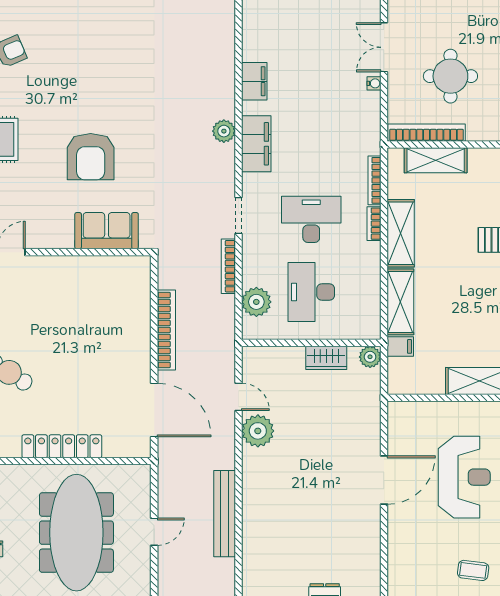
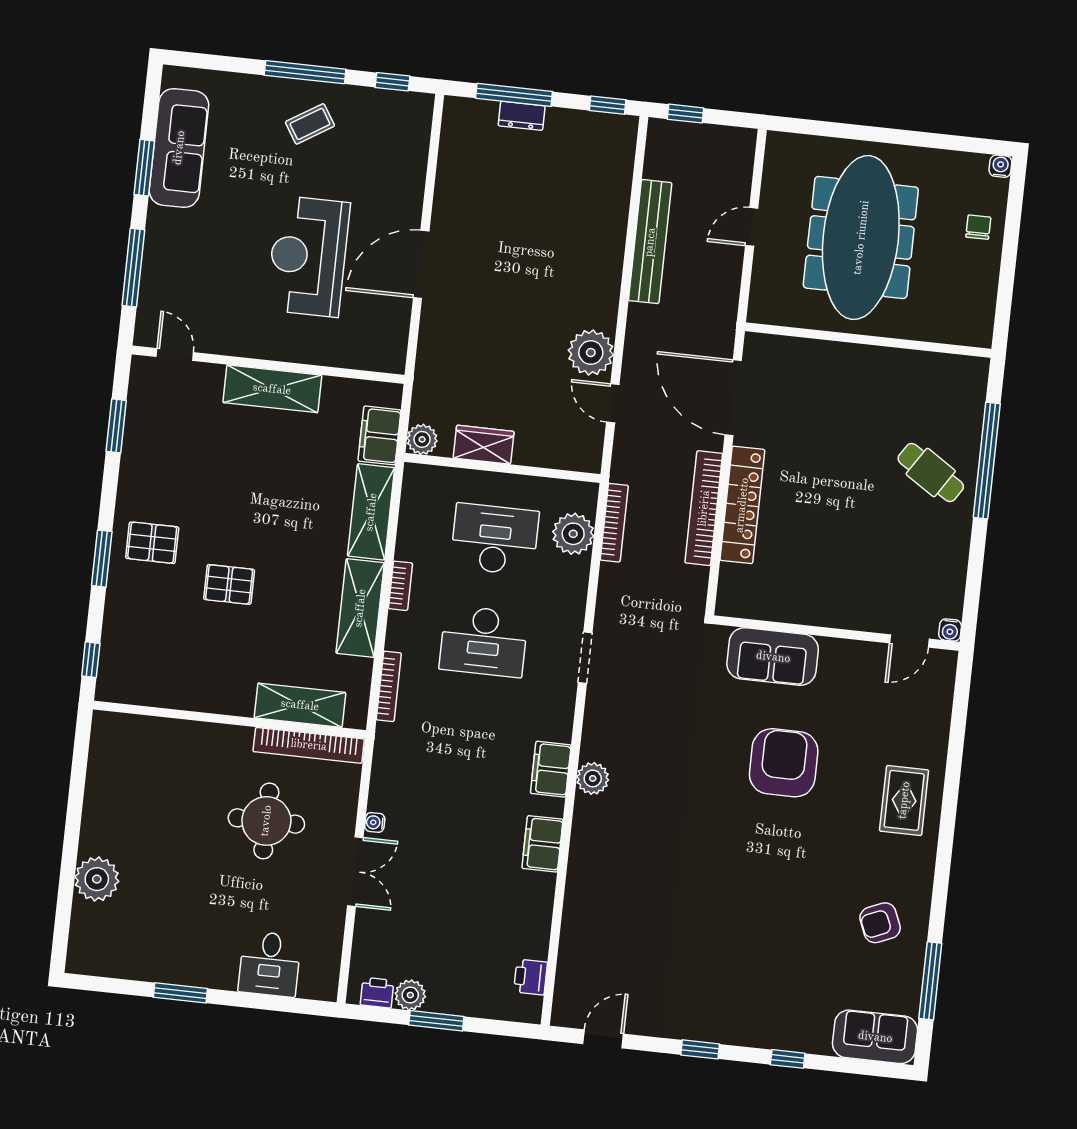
filing cabinet: (256, 144) -> (551, 769), width x0.67, depth x0.86
bookcase: (374, 224) -> (400, 586), moved
bookcase: (228, 266) -> (614, 523), moved
desk: (311, 292) -> (495, 539), turned -90
filing cabinet: (400, 346) -> (379, 435), width x2.00
locker: (62, 446) -> (742, 505), moved, turned -90
coffee table: (473, 570) -> (310, 124), turned -39

